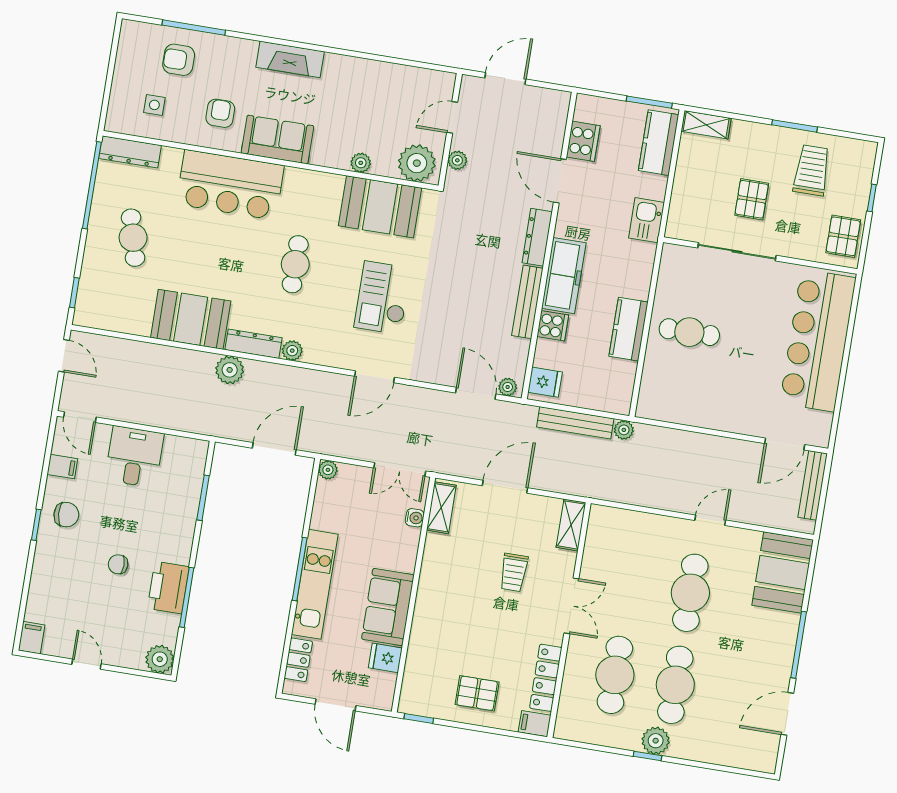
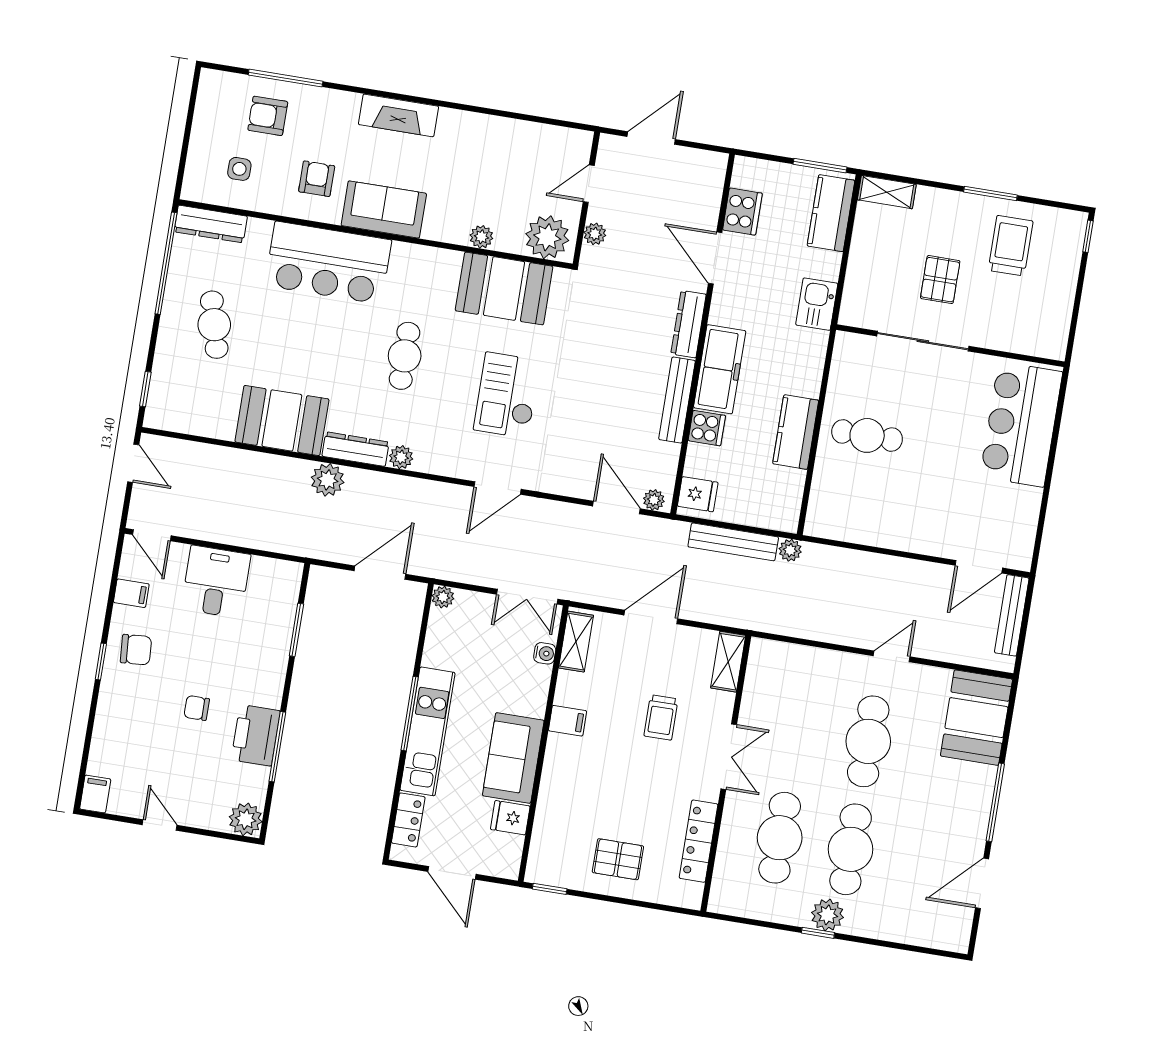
window: (872, 198) -> (1088, 236), moved
pallet: (843, 236) -> (1048, 323), removed
bar counter: (818, 341) -> (1021, 424), width x0.73
filing cabinet: (535, 724) -> (567, 721), moved, turned 180

